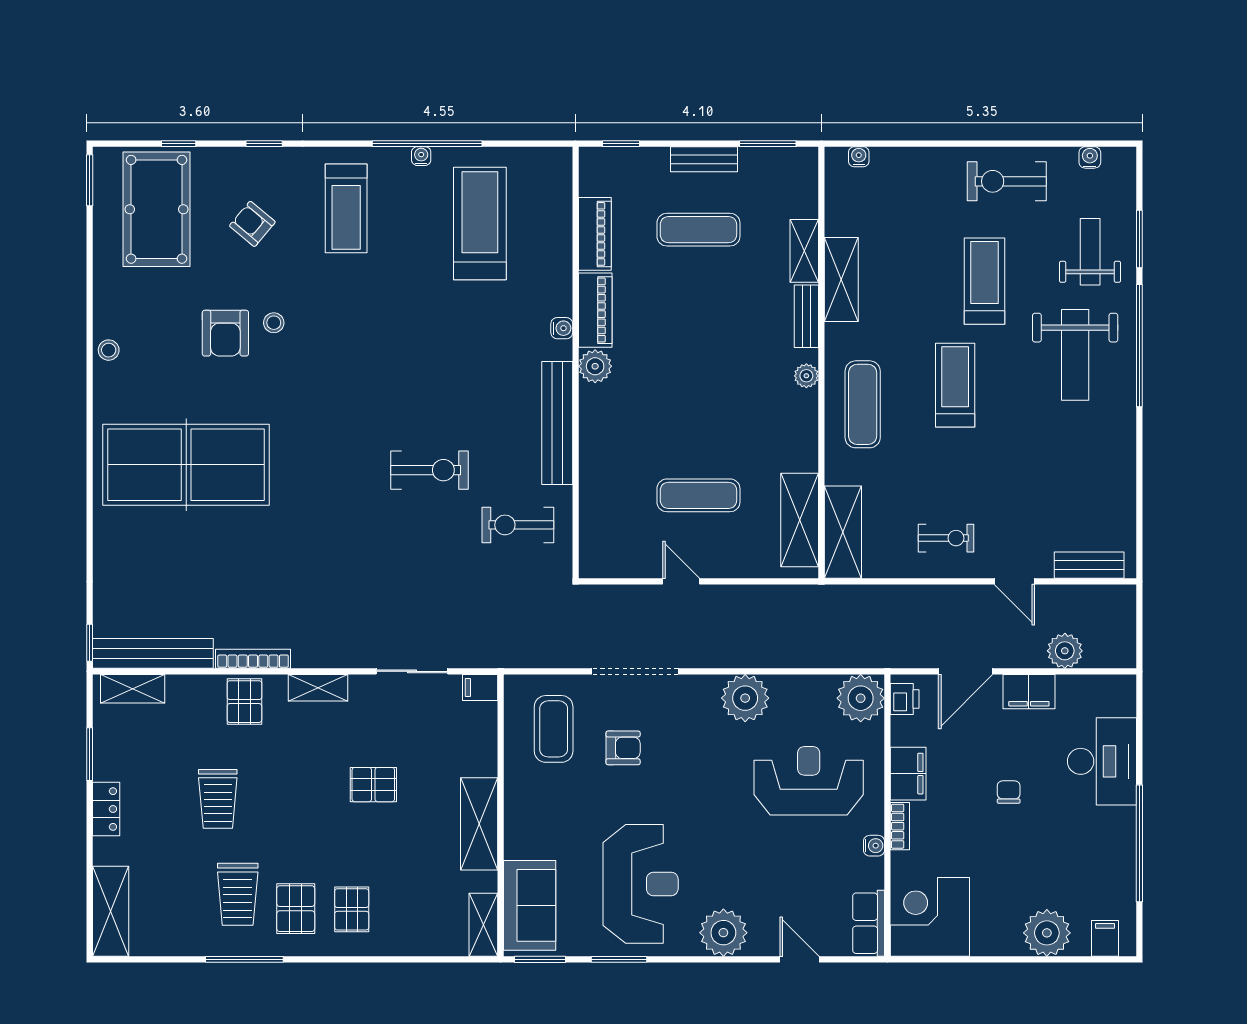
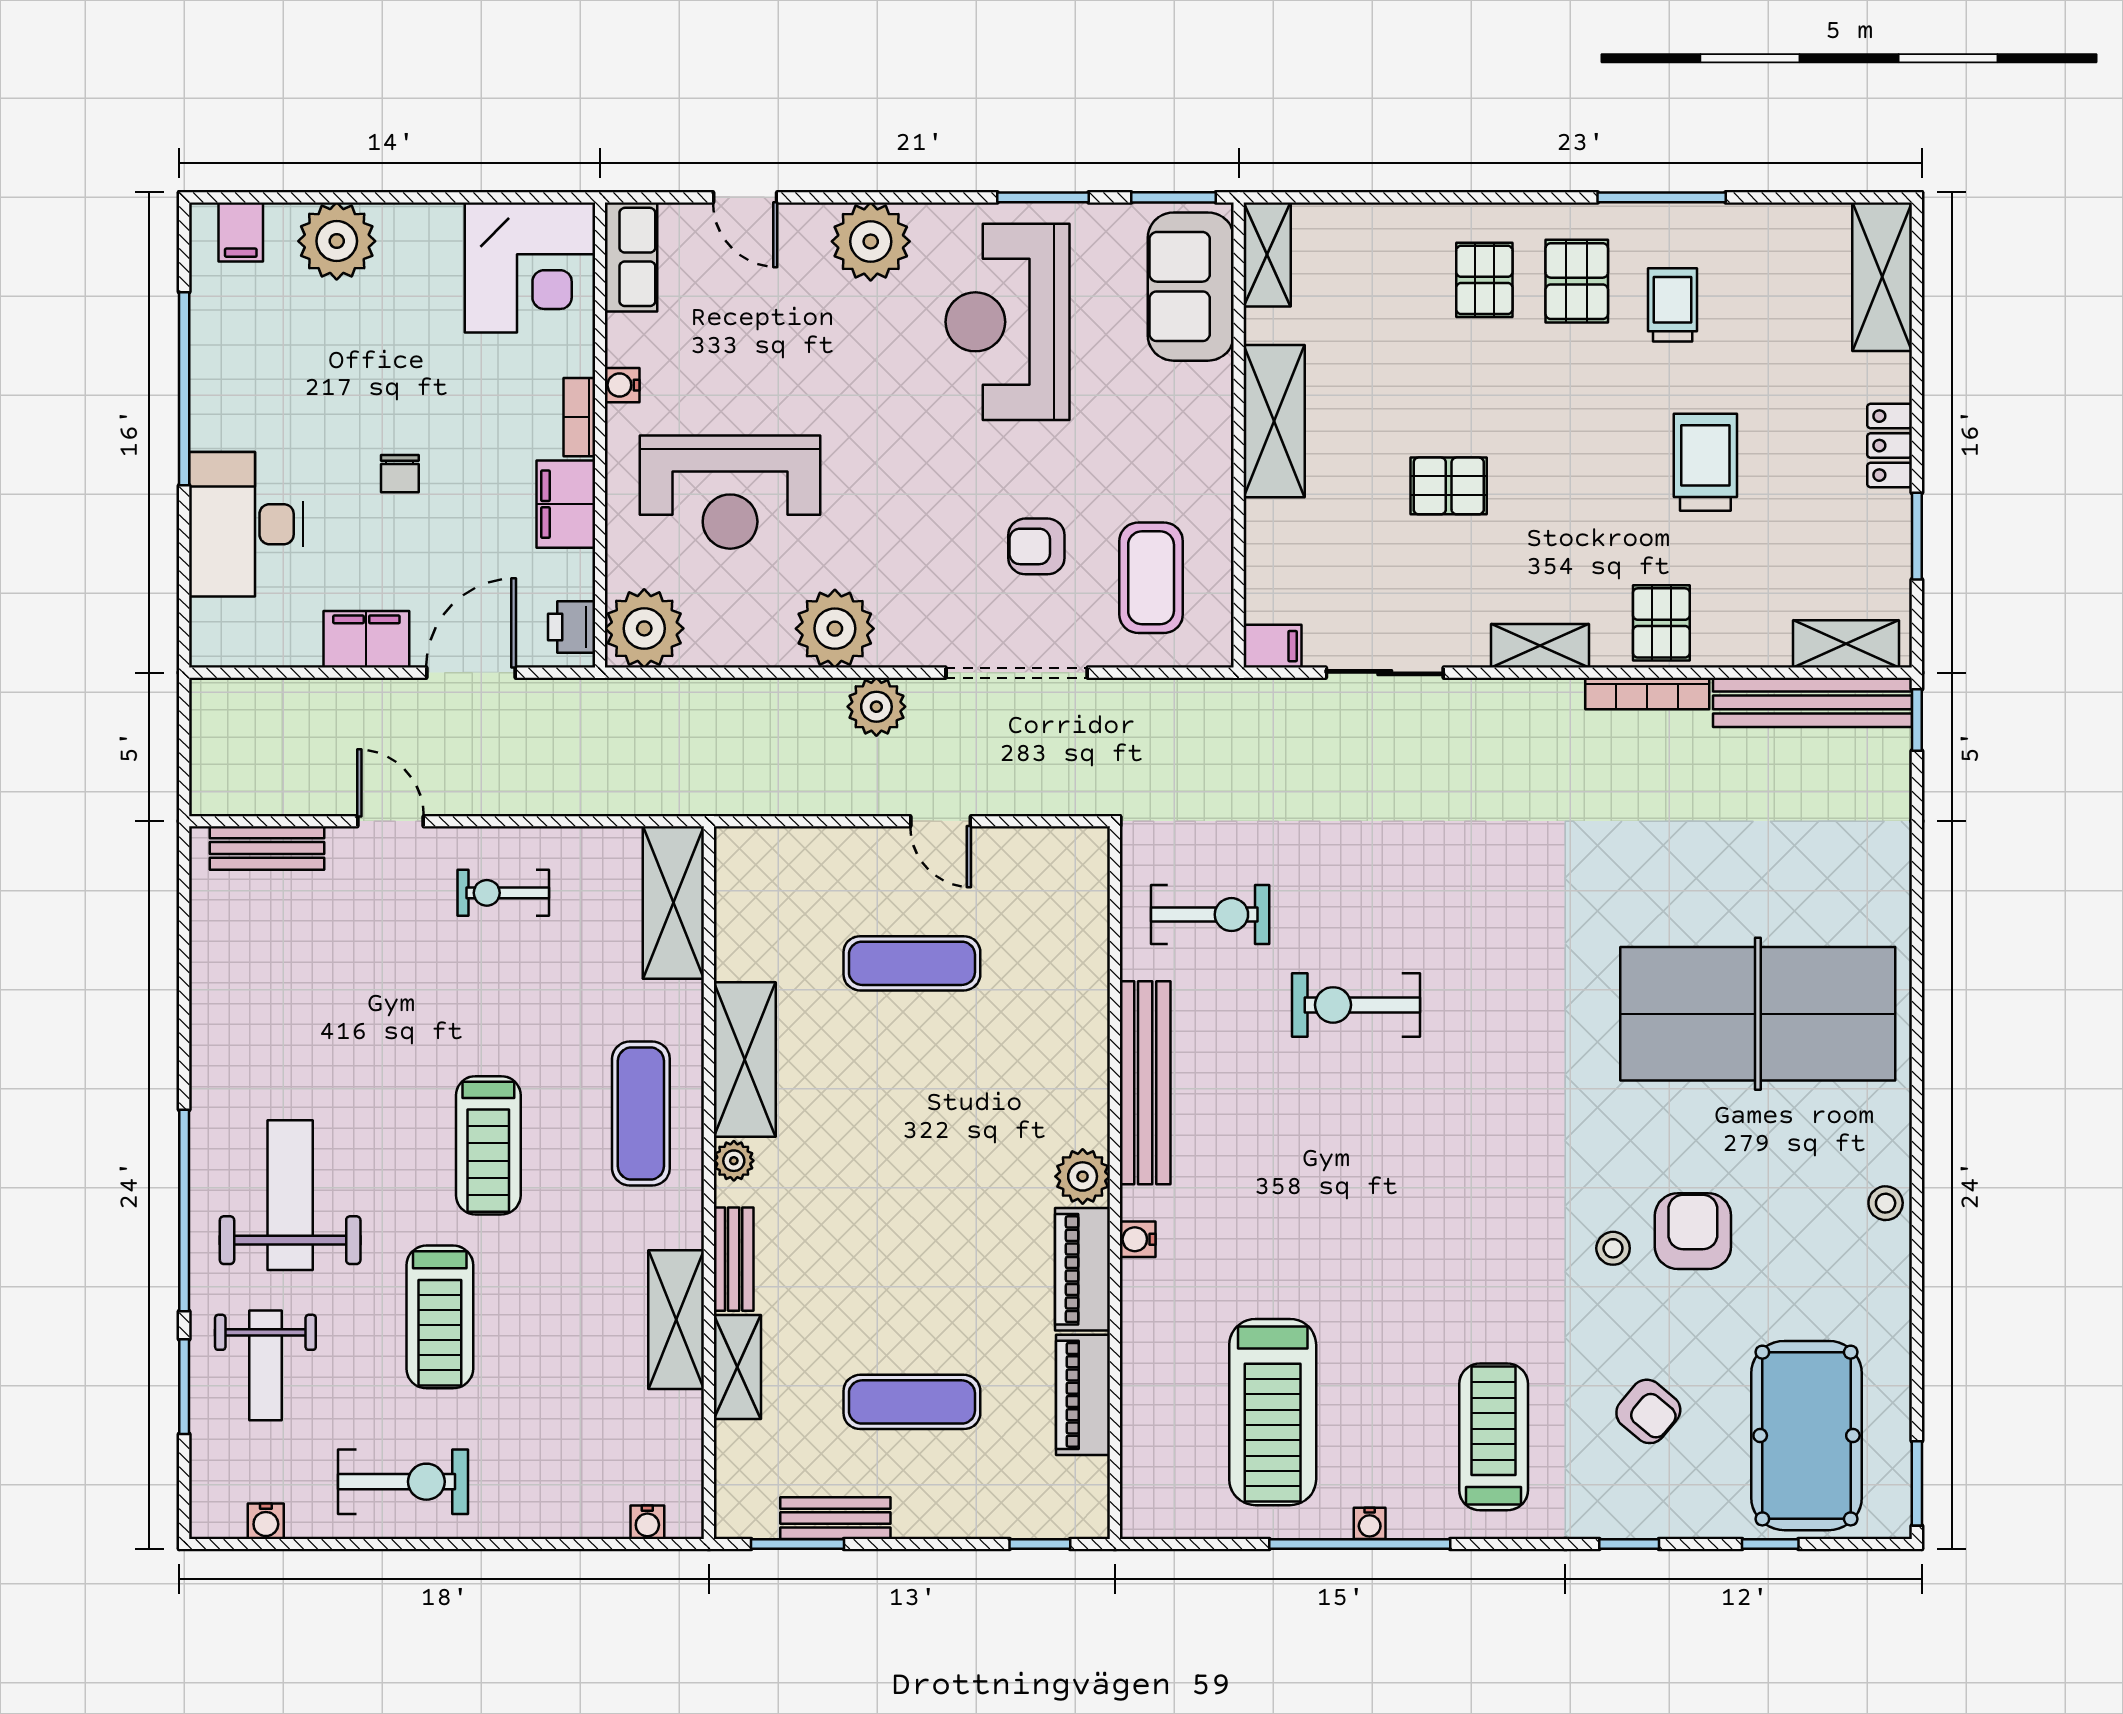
bench: (704, 159) -> (835, 1518), moved
shelving: (800, 520) -> (745, 1059), moved
plant: (1065, 651) -> (876, 707), moved
trolley: (238, 894) -> (1673, 305), width x0.73, depth x0.72

